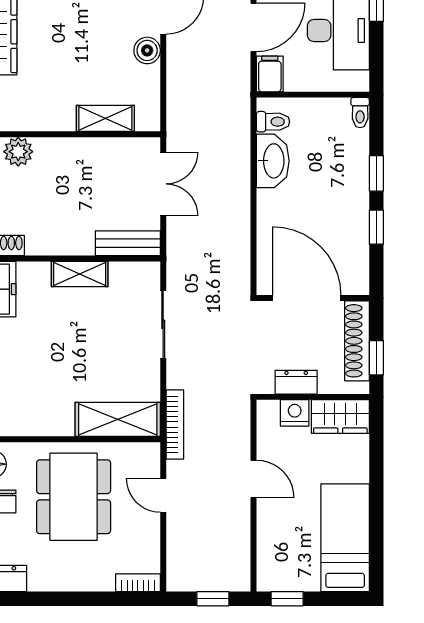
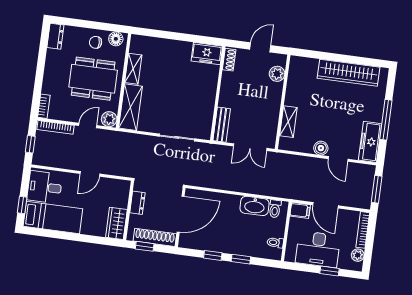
toilet: (360, 113) -> (275, 243), moved
shelving: (80, 274) -> (133, 69), moved
nightstand: (295, 413) -> (122, 200), removed
bookcase: (175, 424) -> (56, 127), moved
plant: (146, 457) -> (109, 119), added
desk: (290, 561) -> (45, 187), added
window: (287, 599) -> (22, 205), moved

